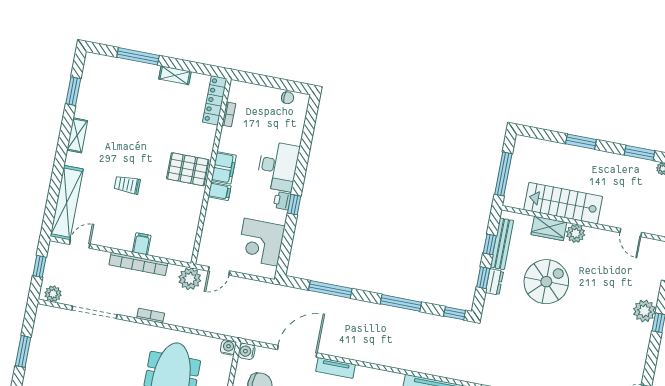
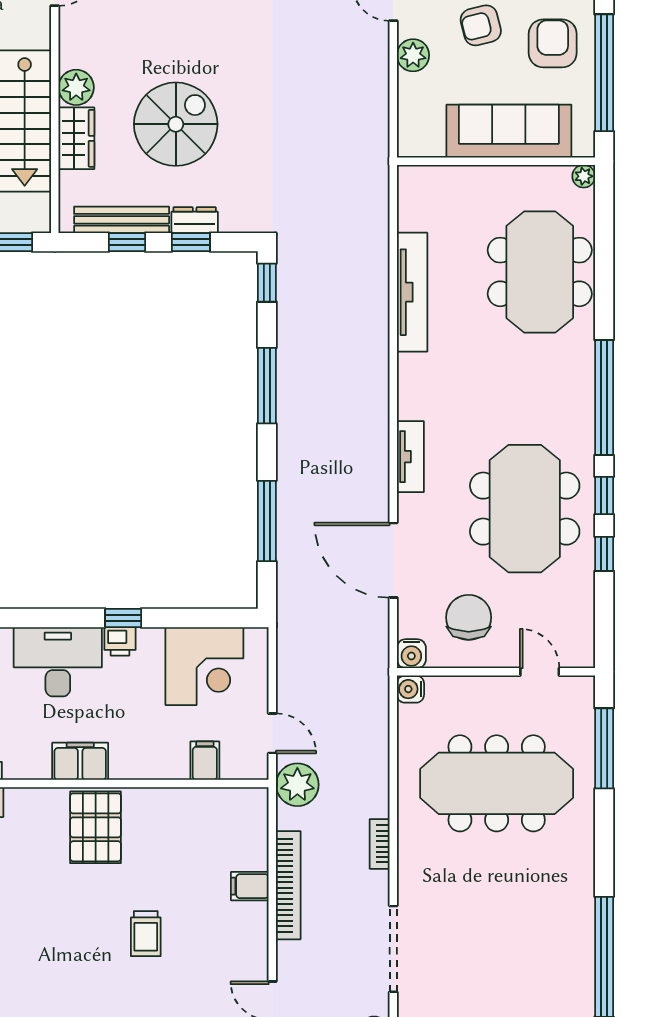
filing cabinet: (220, 191) -> (205, 761), moved
spiral stairs: (546, 282) -> (176, 124), turned 90
tv unit: (335, 368) -> (410, 457), moved

